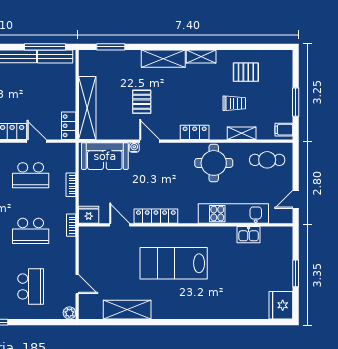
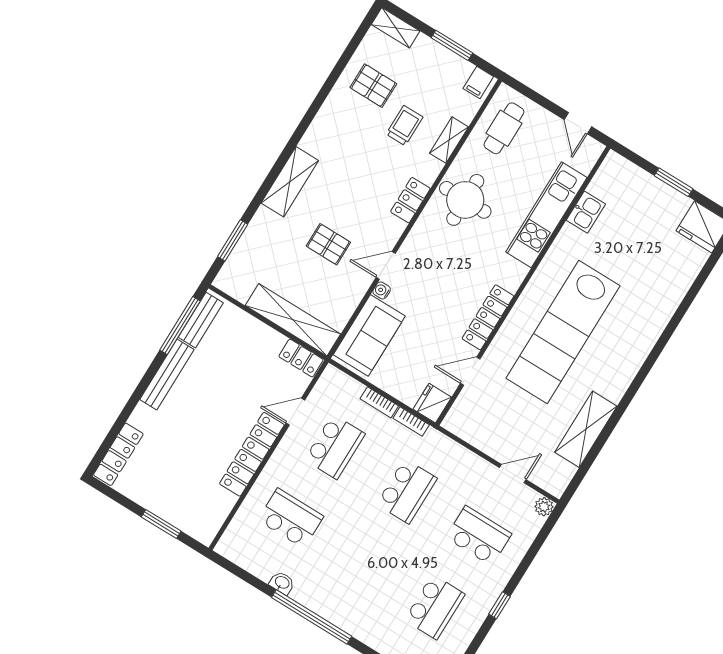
shelving: (201, 56) -> (396, 28), moved, turned 90
pallet: (246, 72) -> (373, 86), turned 90
bookcase: (71, 225) -> (411, 422), moved
lab bench: (174, 263) -> (563, 332), width x1.36

